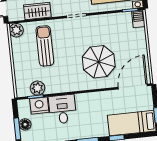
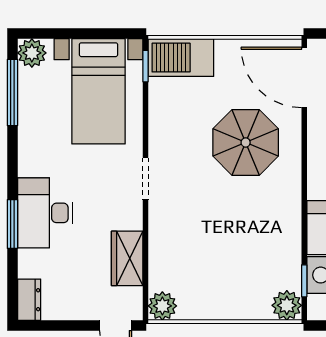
barbecue: (138, 19) -> (181, 58), width x1.88, depth x1.53
sun lounger: (45, 46) -> (201, 250), removed
plant: (37, 88) -> (287, 305), moved

